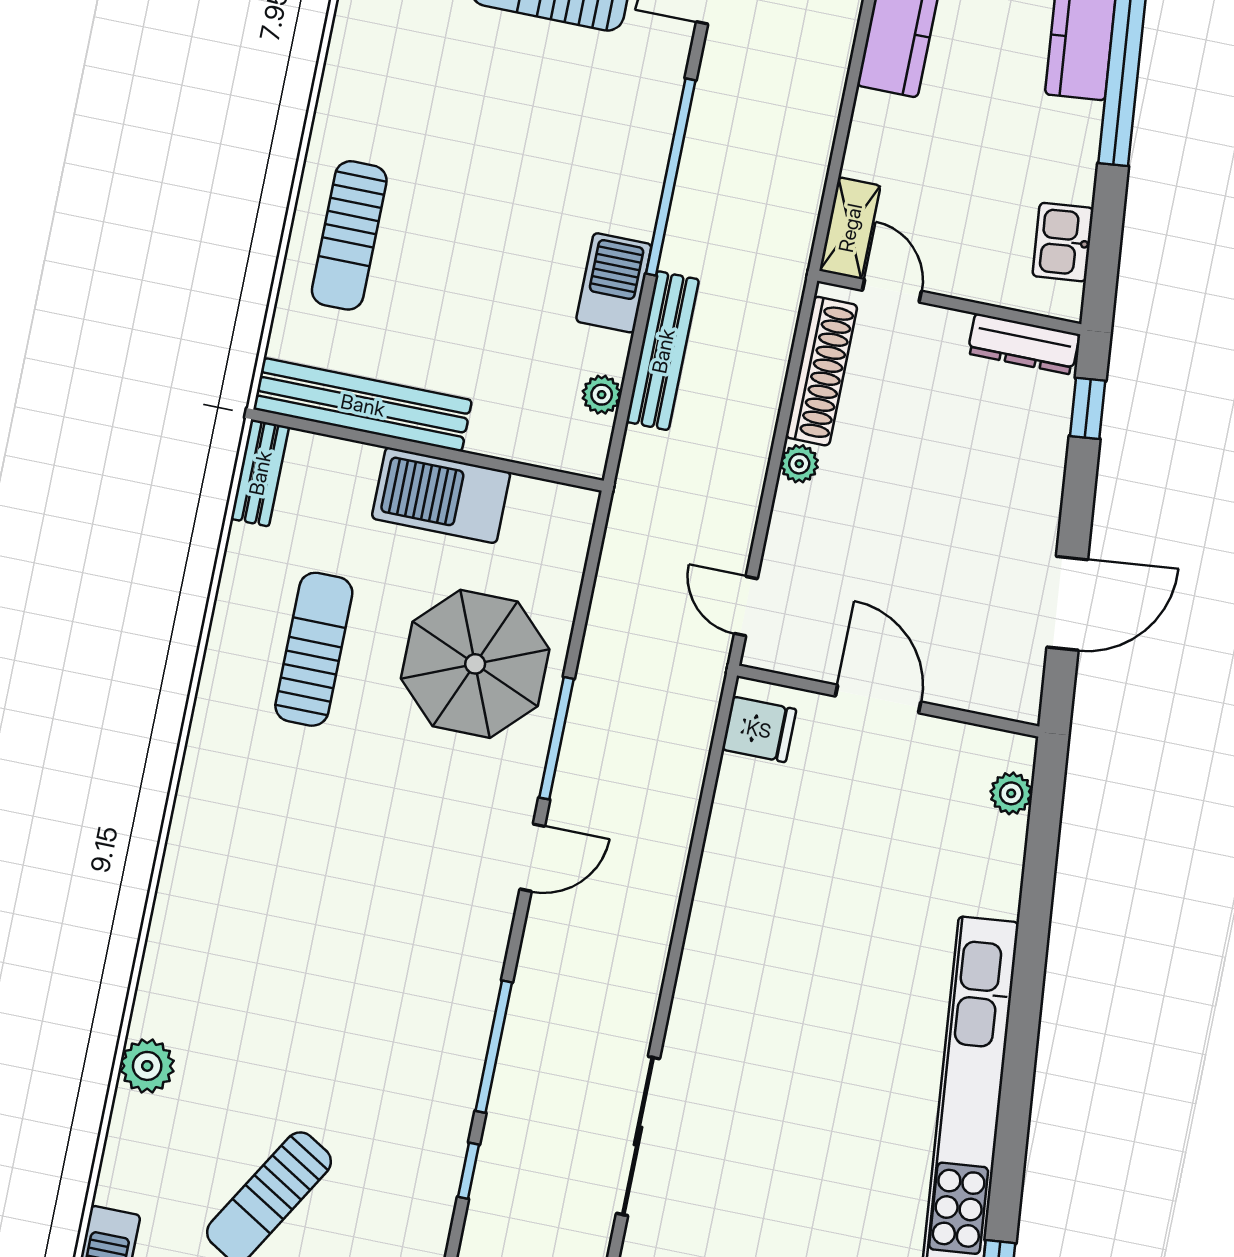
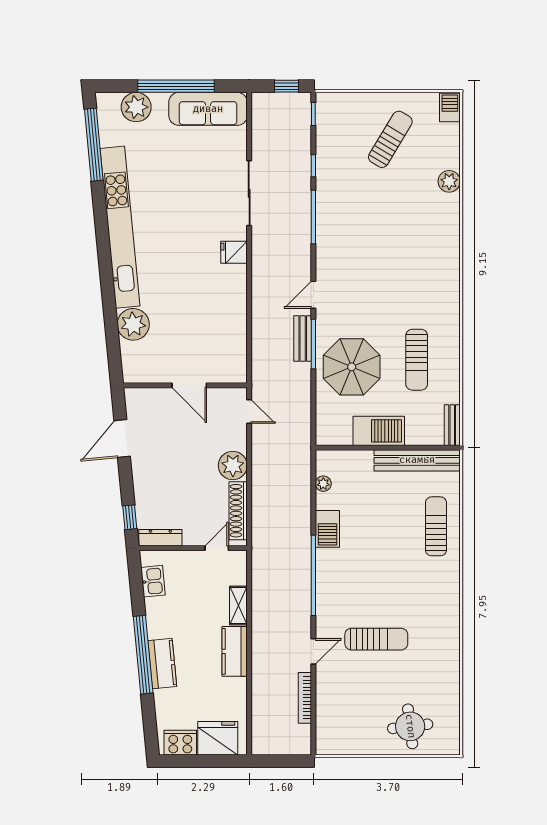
shelving: (850, 228) -> (238, 606), moved
door: (892, 291) -> (217, 548), swing flipped
bench: (663, 351) -> (303, 339), moved, width x0.73
plant: (799, 464) -> (233, 466), width x1.87, depth x1.87
fridge: (759, 729) -> (234, 252), moved
plant: (1011, 793) -> (133, 324), moved, width x1.88, depth x1.88

